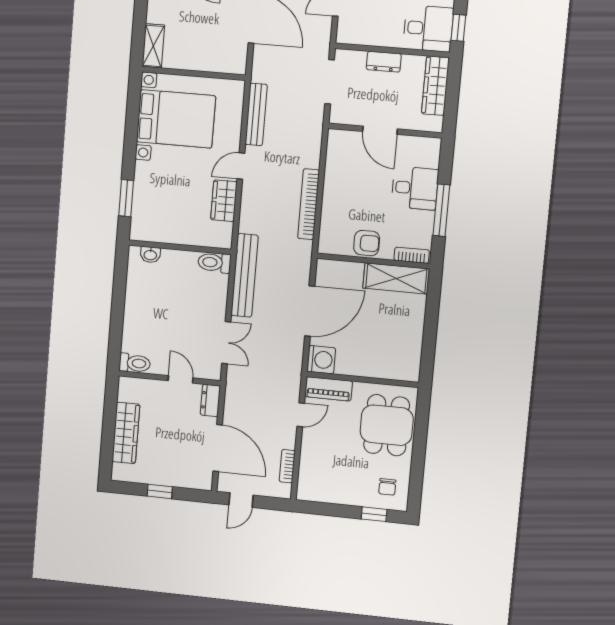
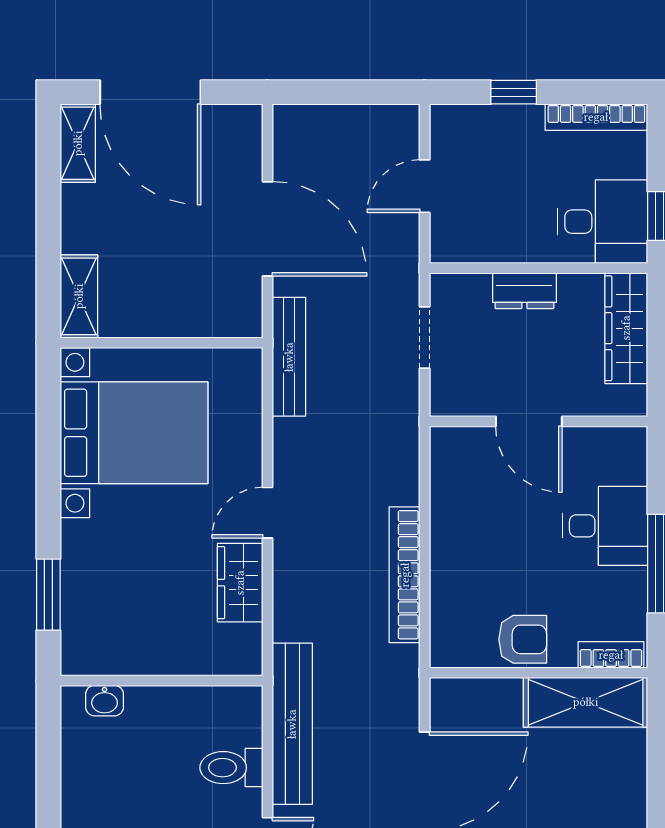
doorway: (330, 82) -> (425, 337), width x0.73
bench: (256, 114) -> (289, 357), moved
toilet: (214, 263) -> (231, 768), moved

